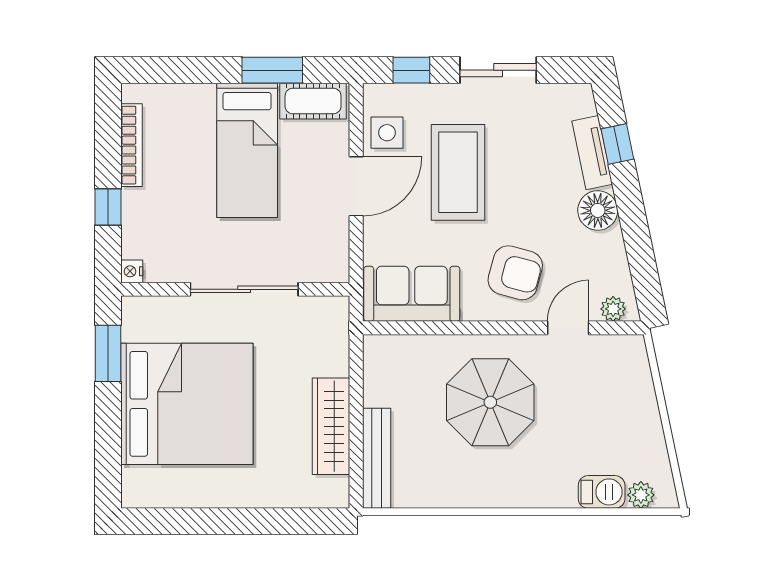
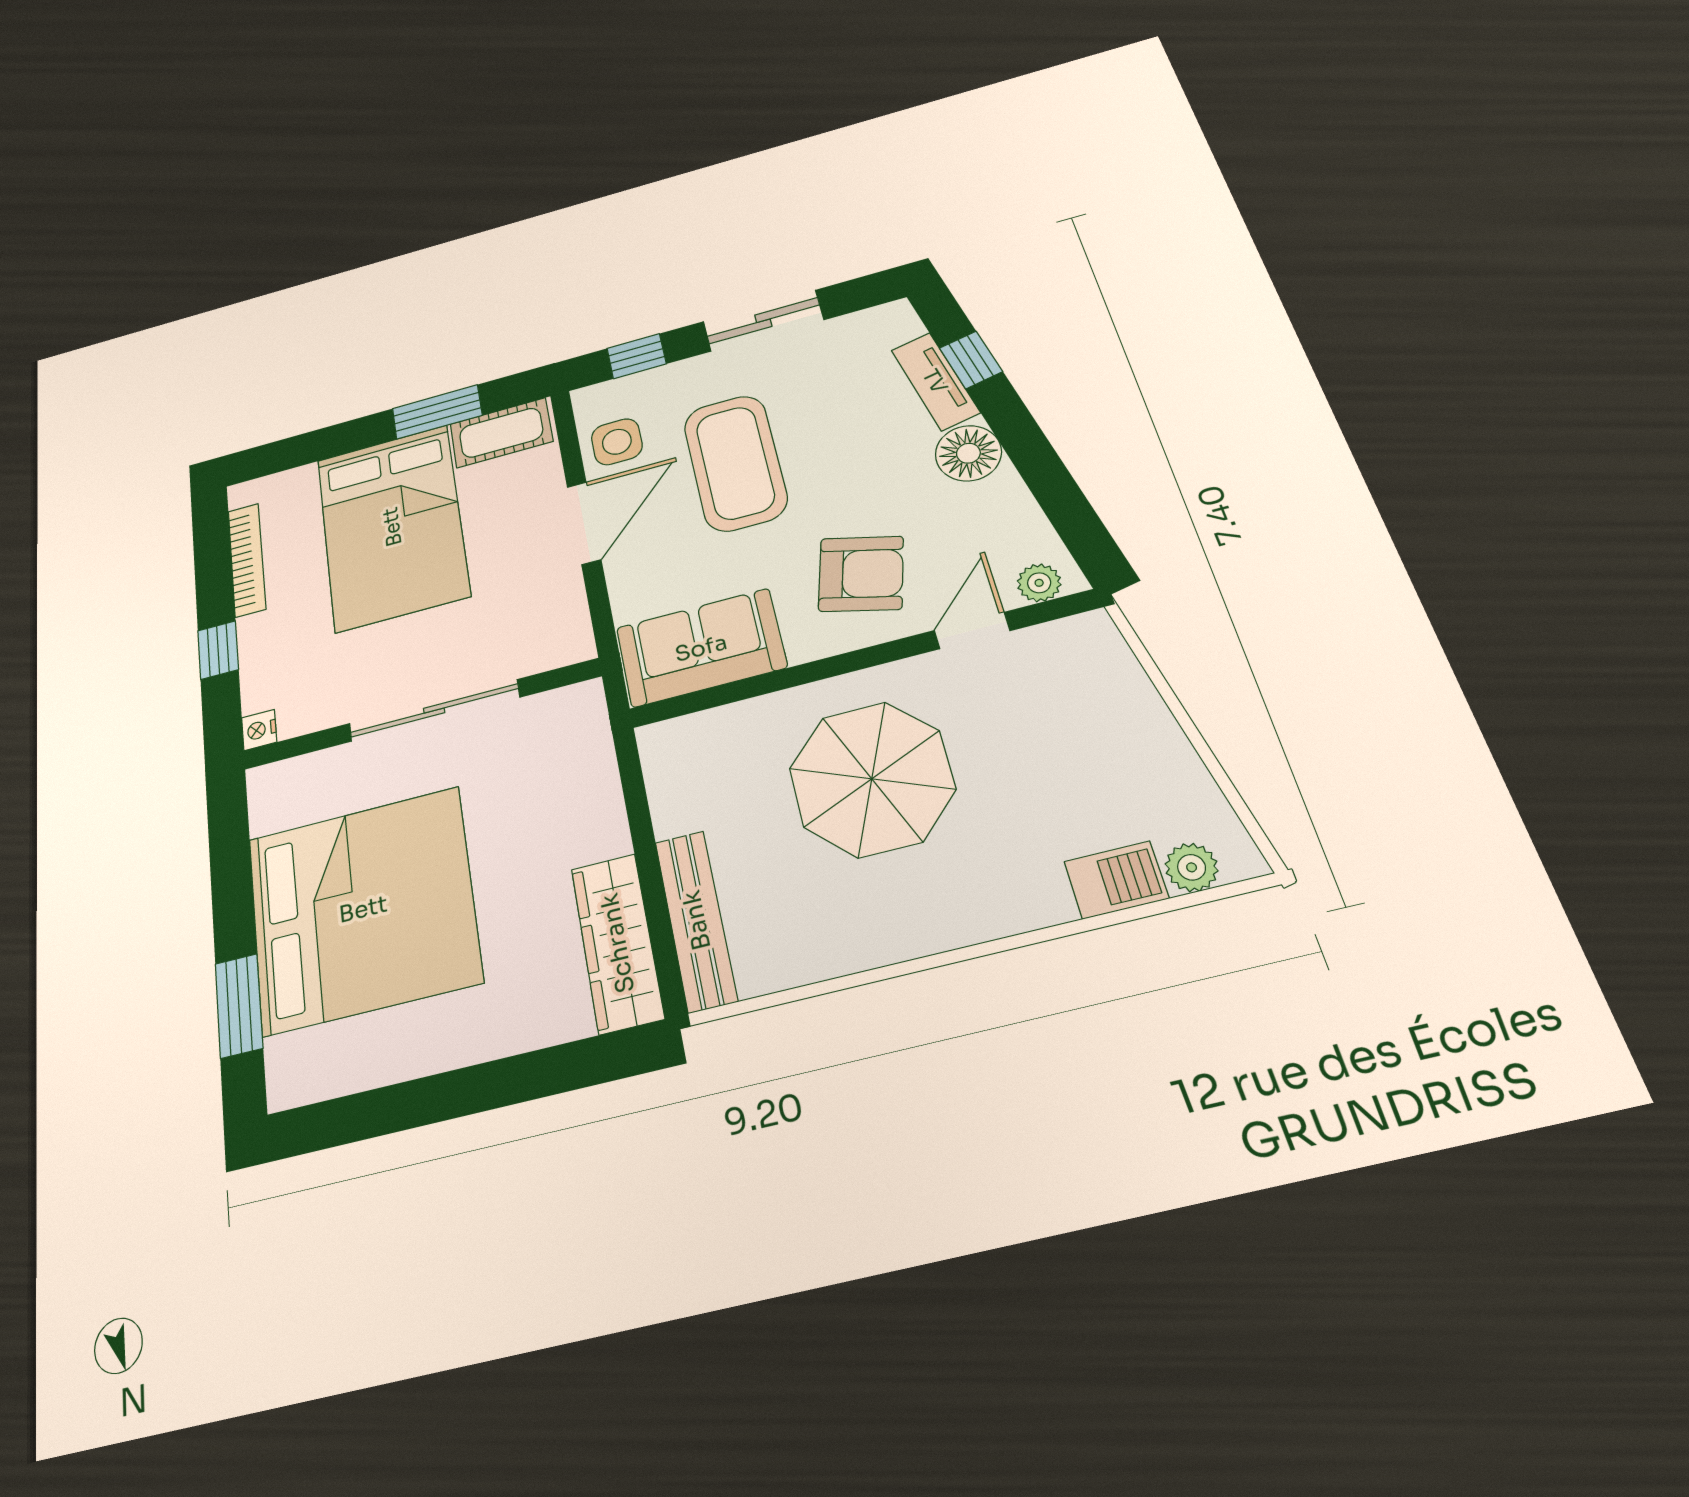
bed: (247, 150) -> (392, 527), width x1.50
window: (108, 353) -> (239, 1006), moved
wardrobe: (331, 426) -> (617, 943), moved

